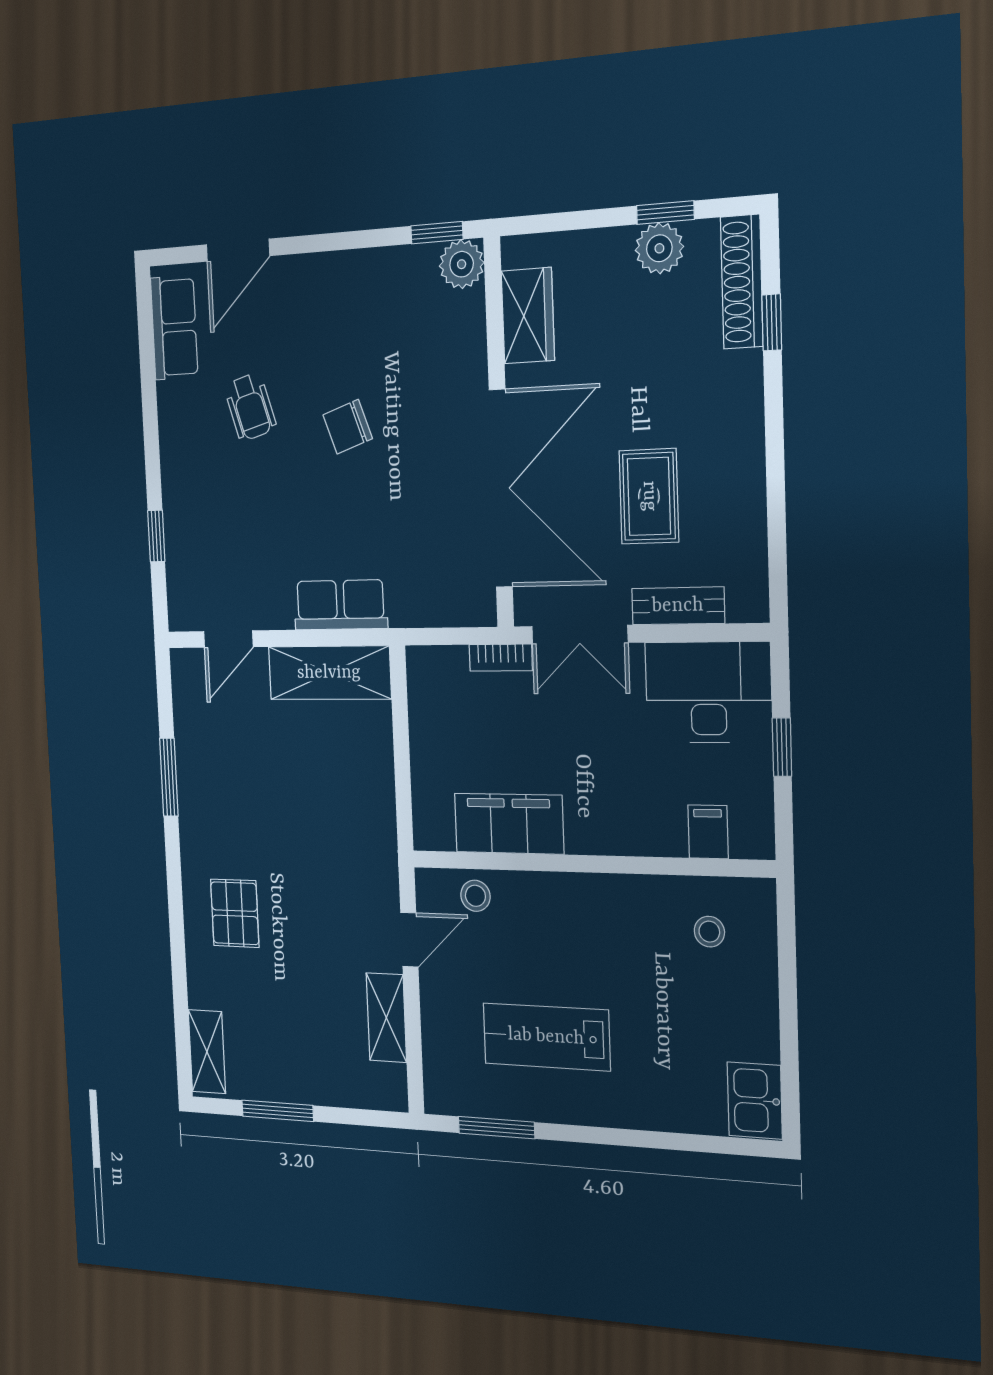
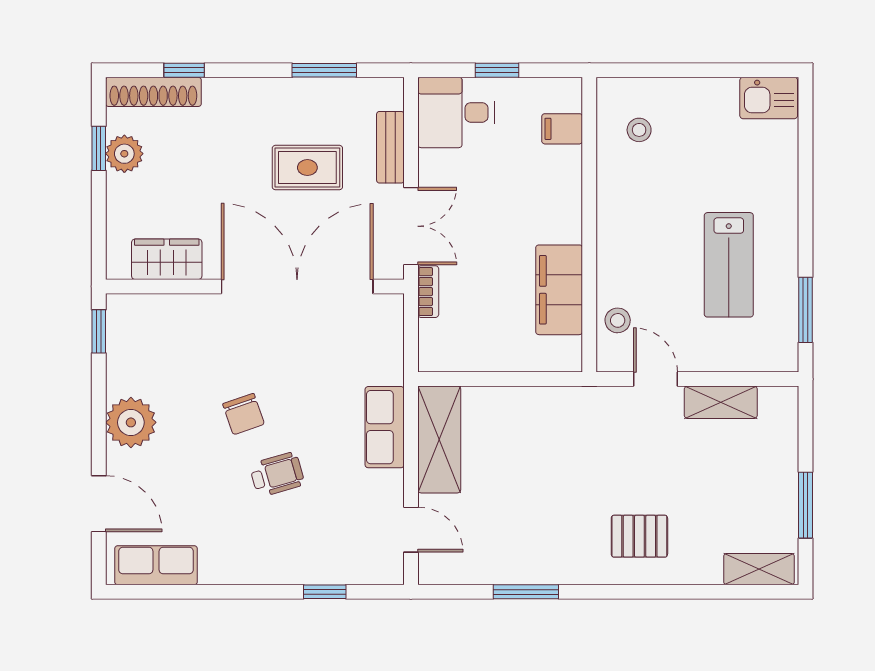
plant: (462, 264) -> (131, 422), moved, width x1.36, depth x1.36
wheelchair: (250, 407) -> (277, 474), moved
window: (776, 515) -> (324, 70), added
desk: (708, 692) -> (456, 112), width x0.73

